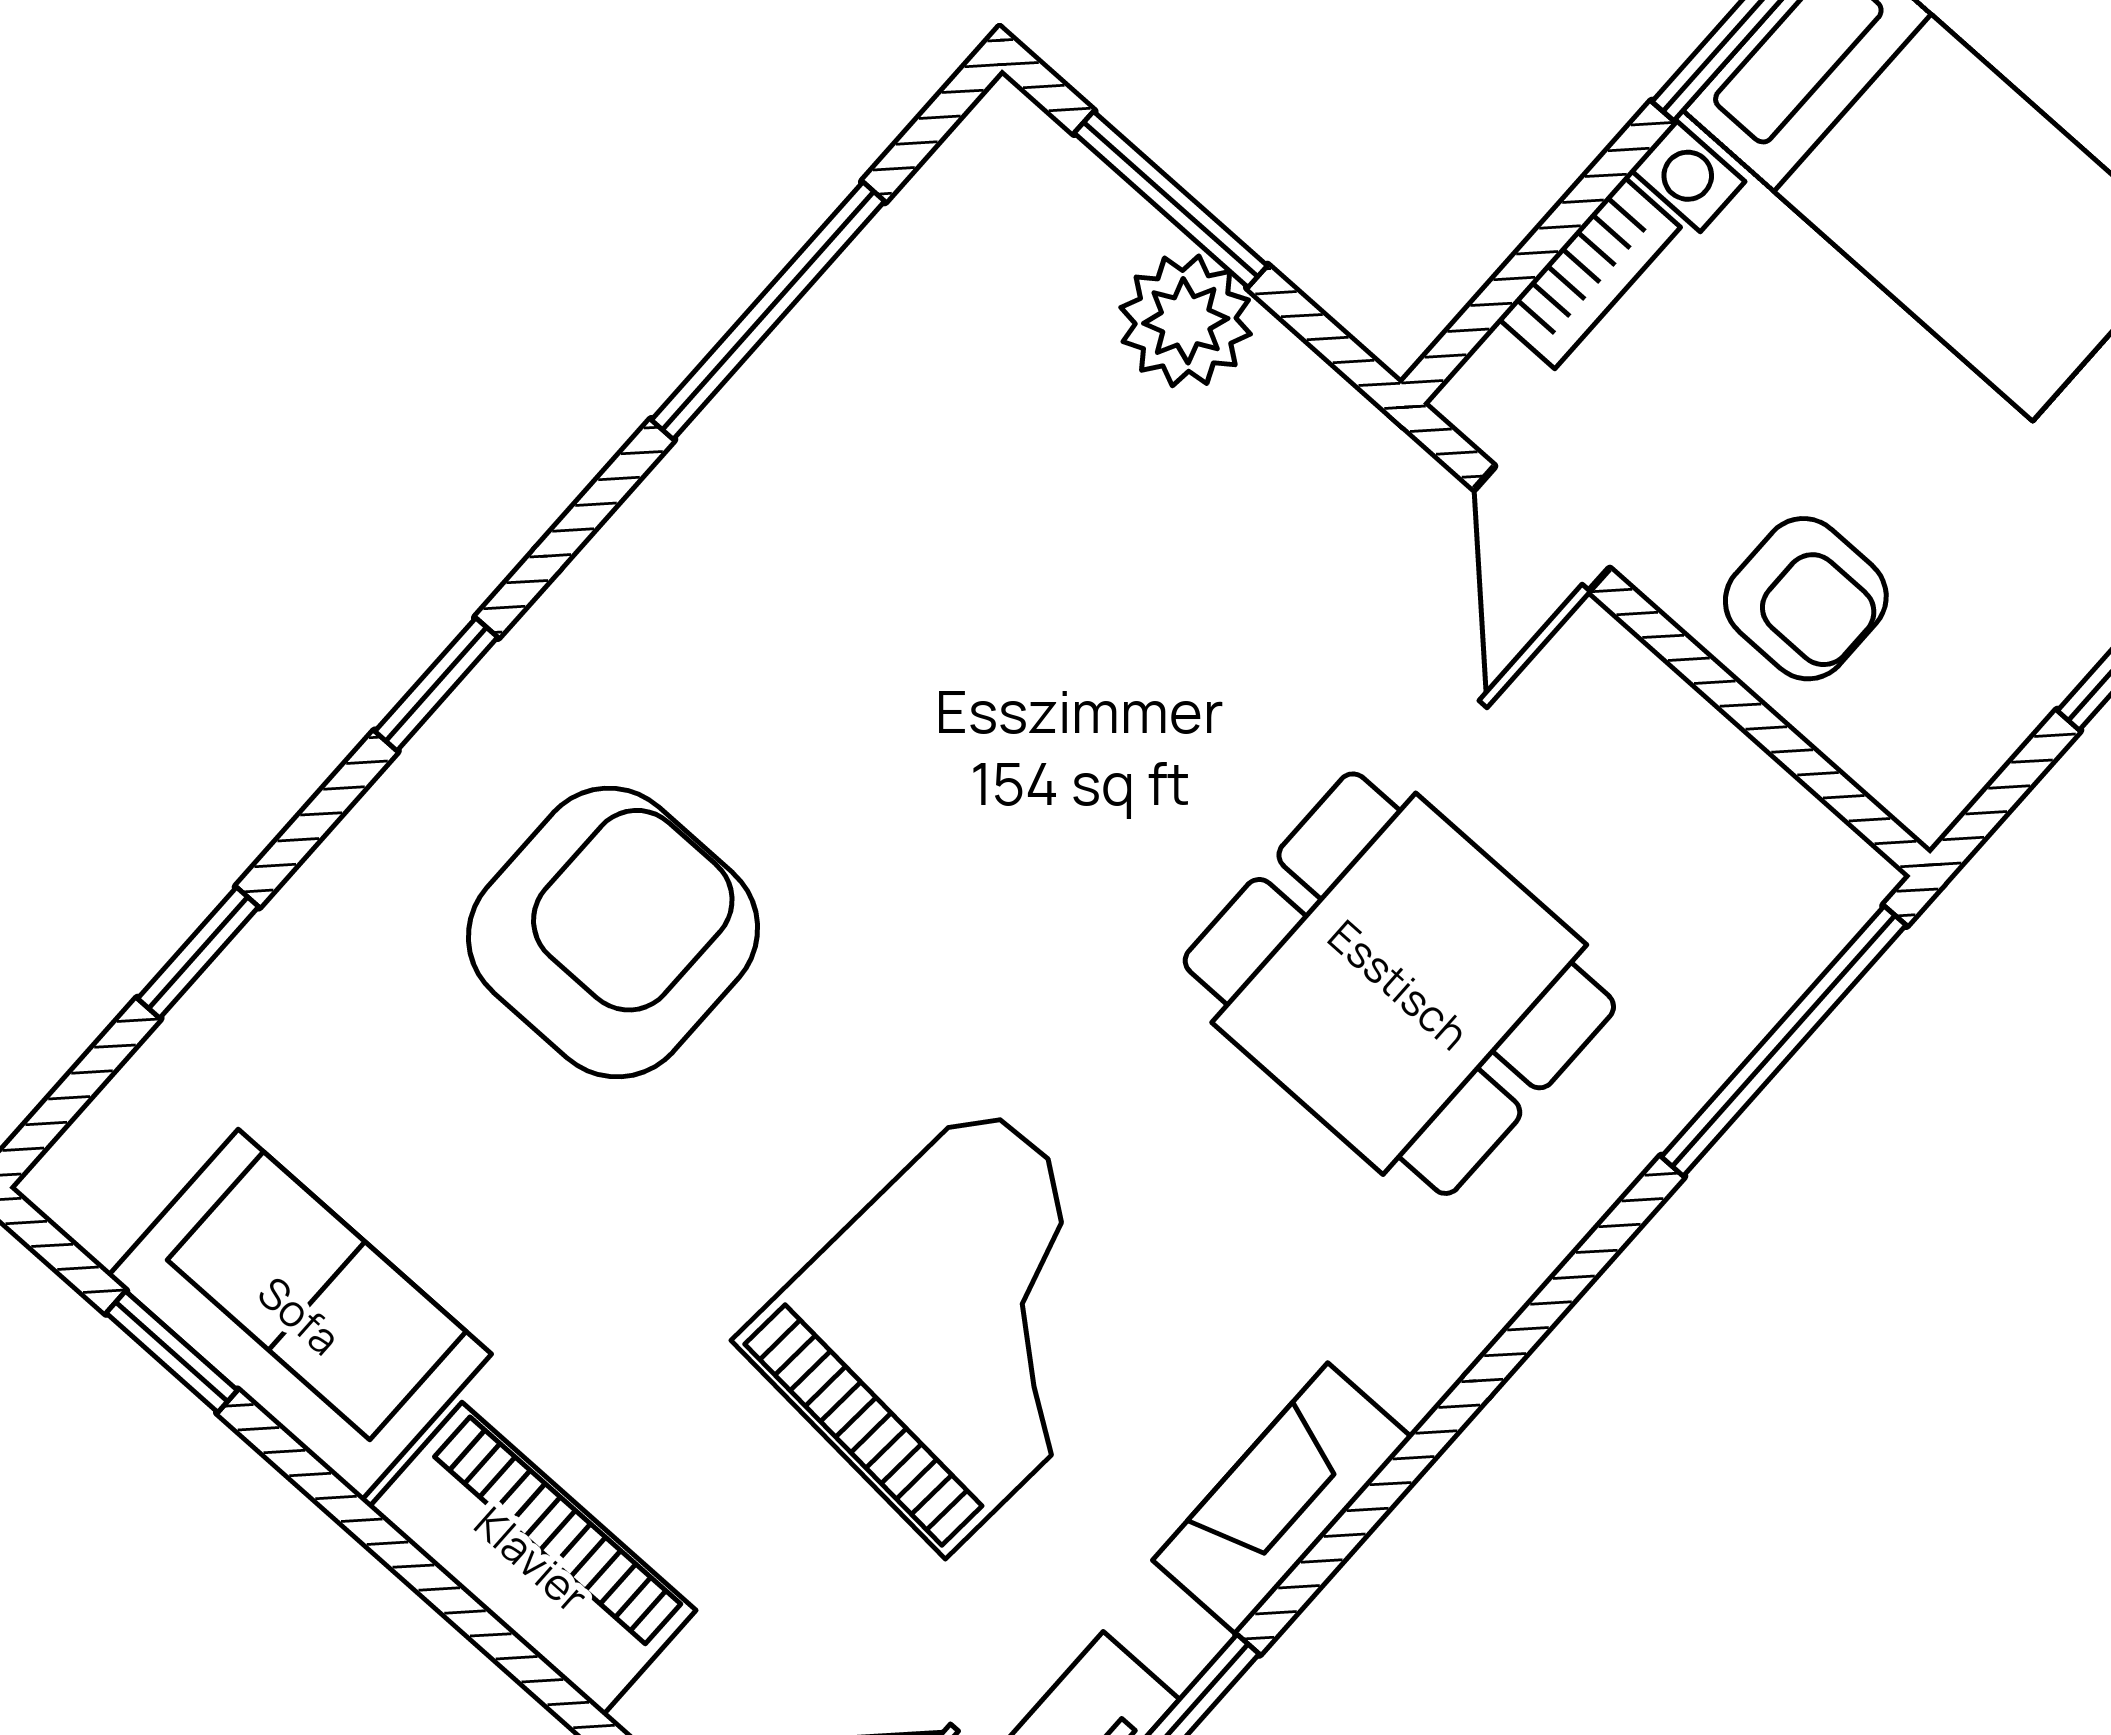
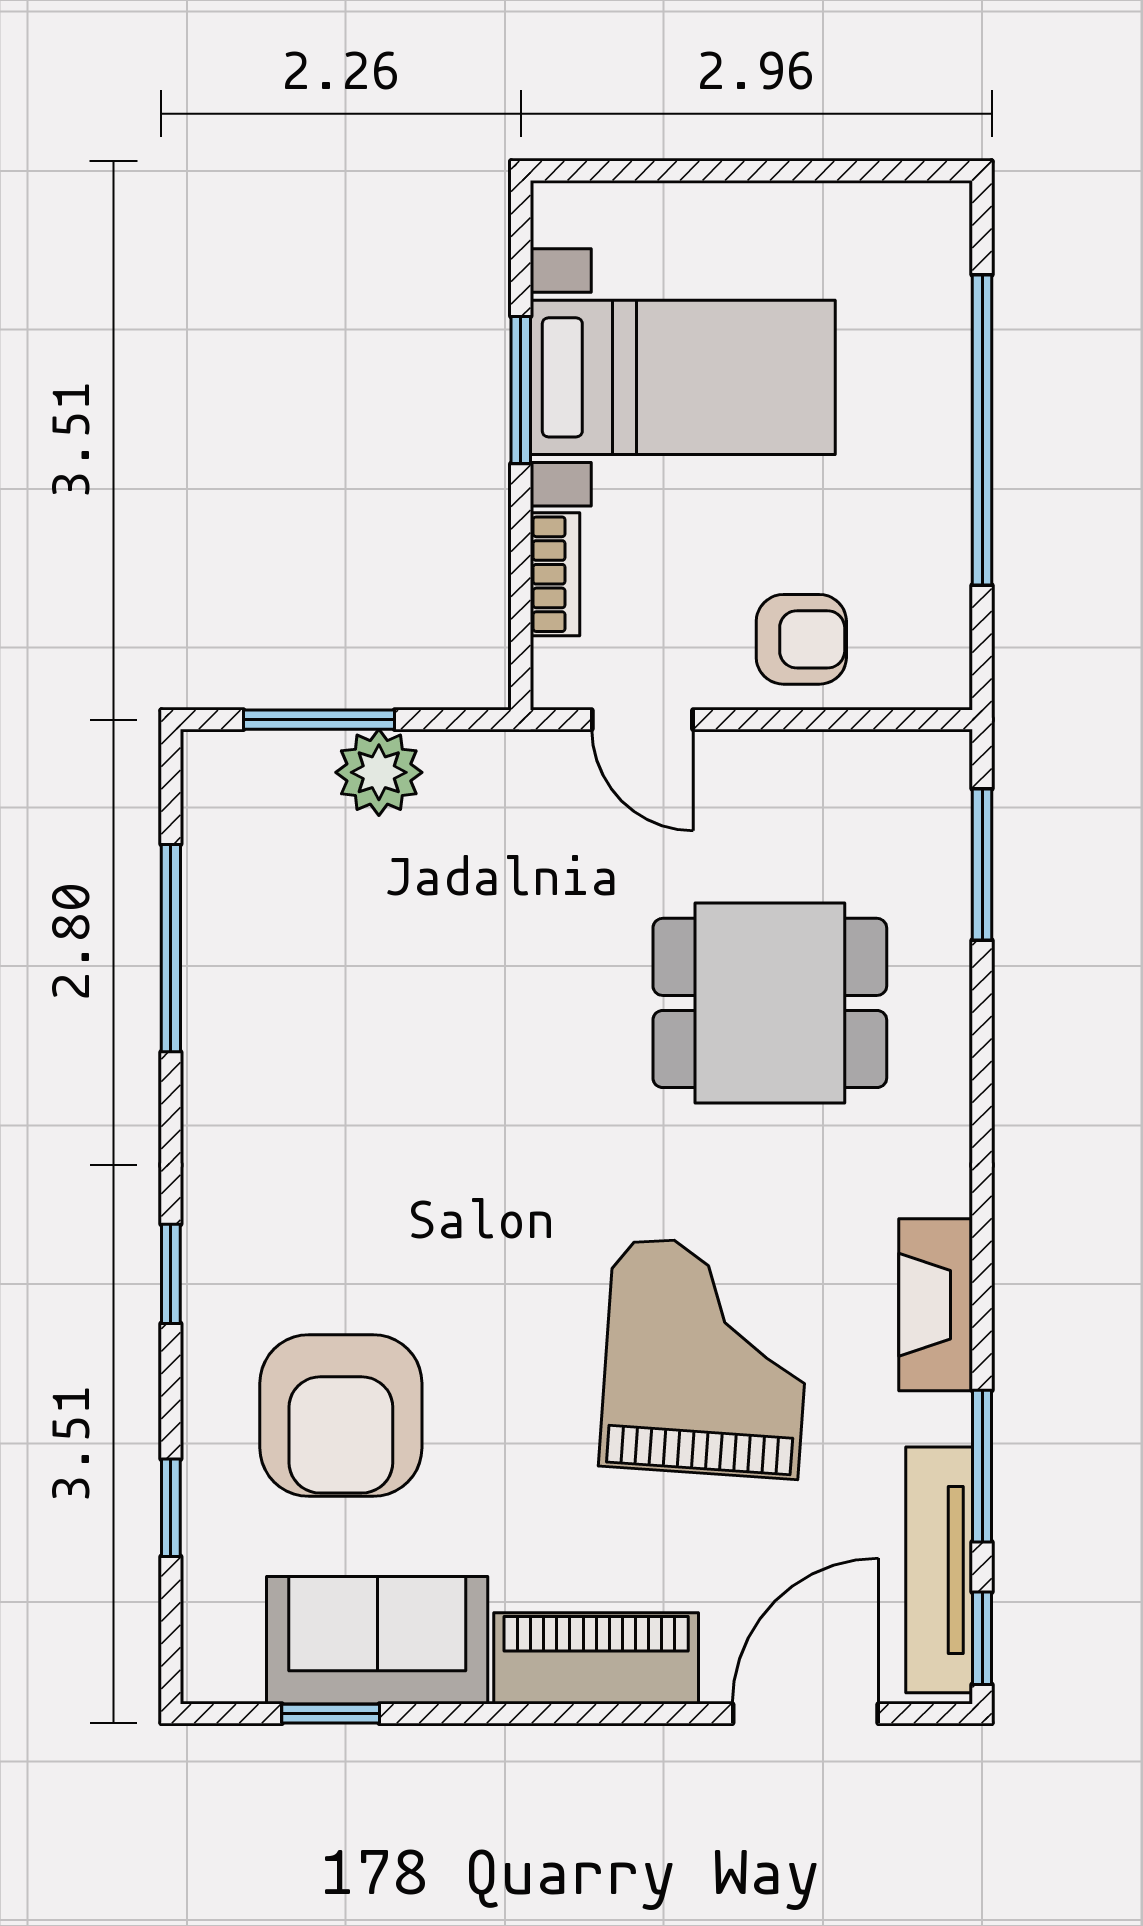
armchair: (613, 932) -> (341, 1416), moved, turned 180
window: (1784, 1041) -> (982, 864), width x0.69

